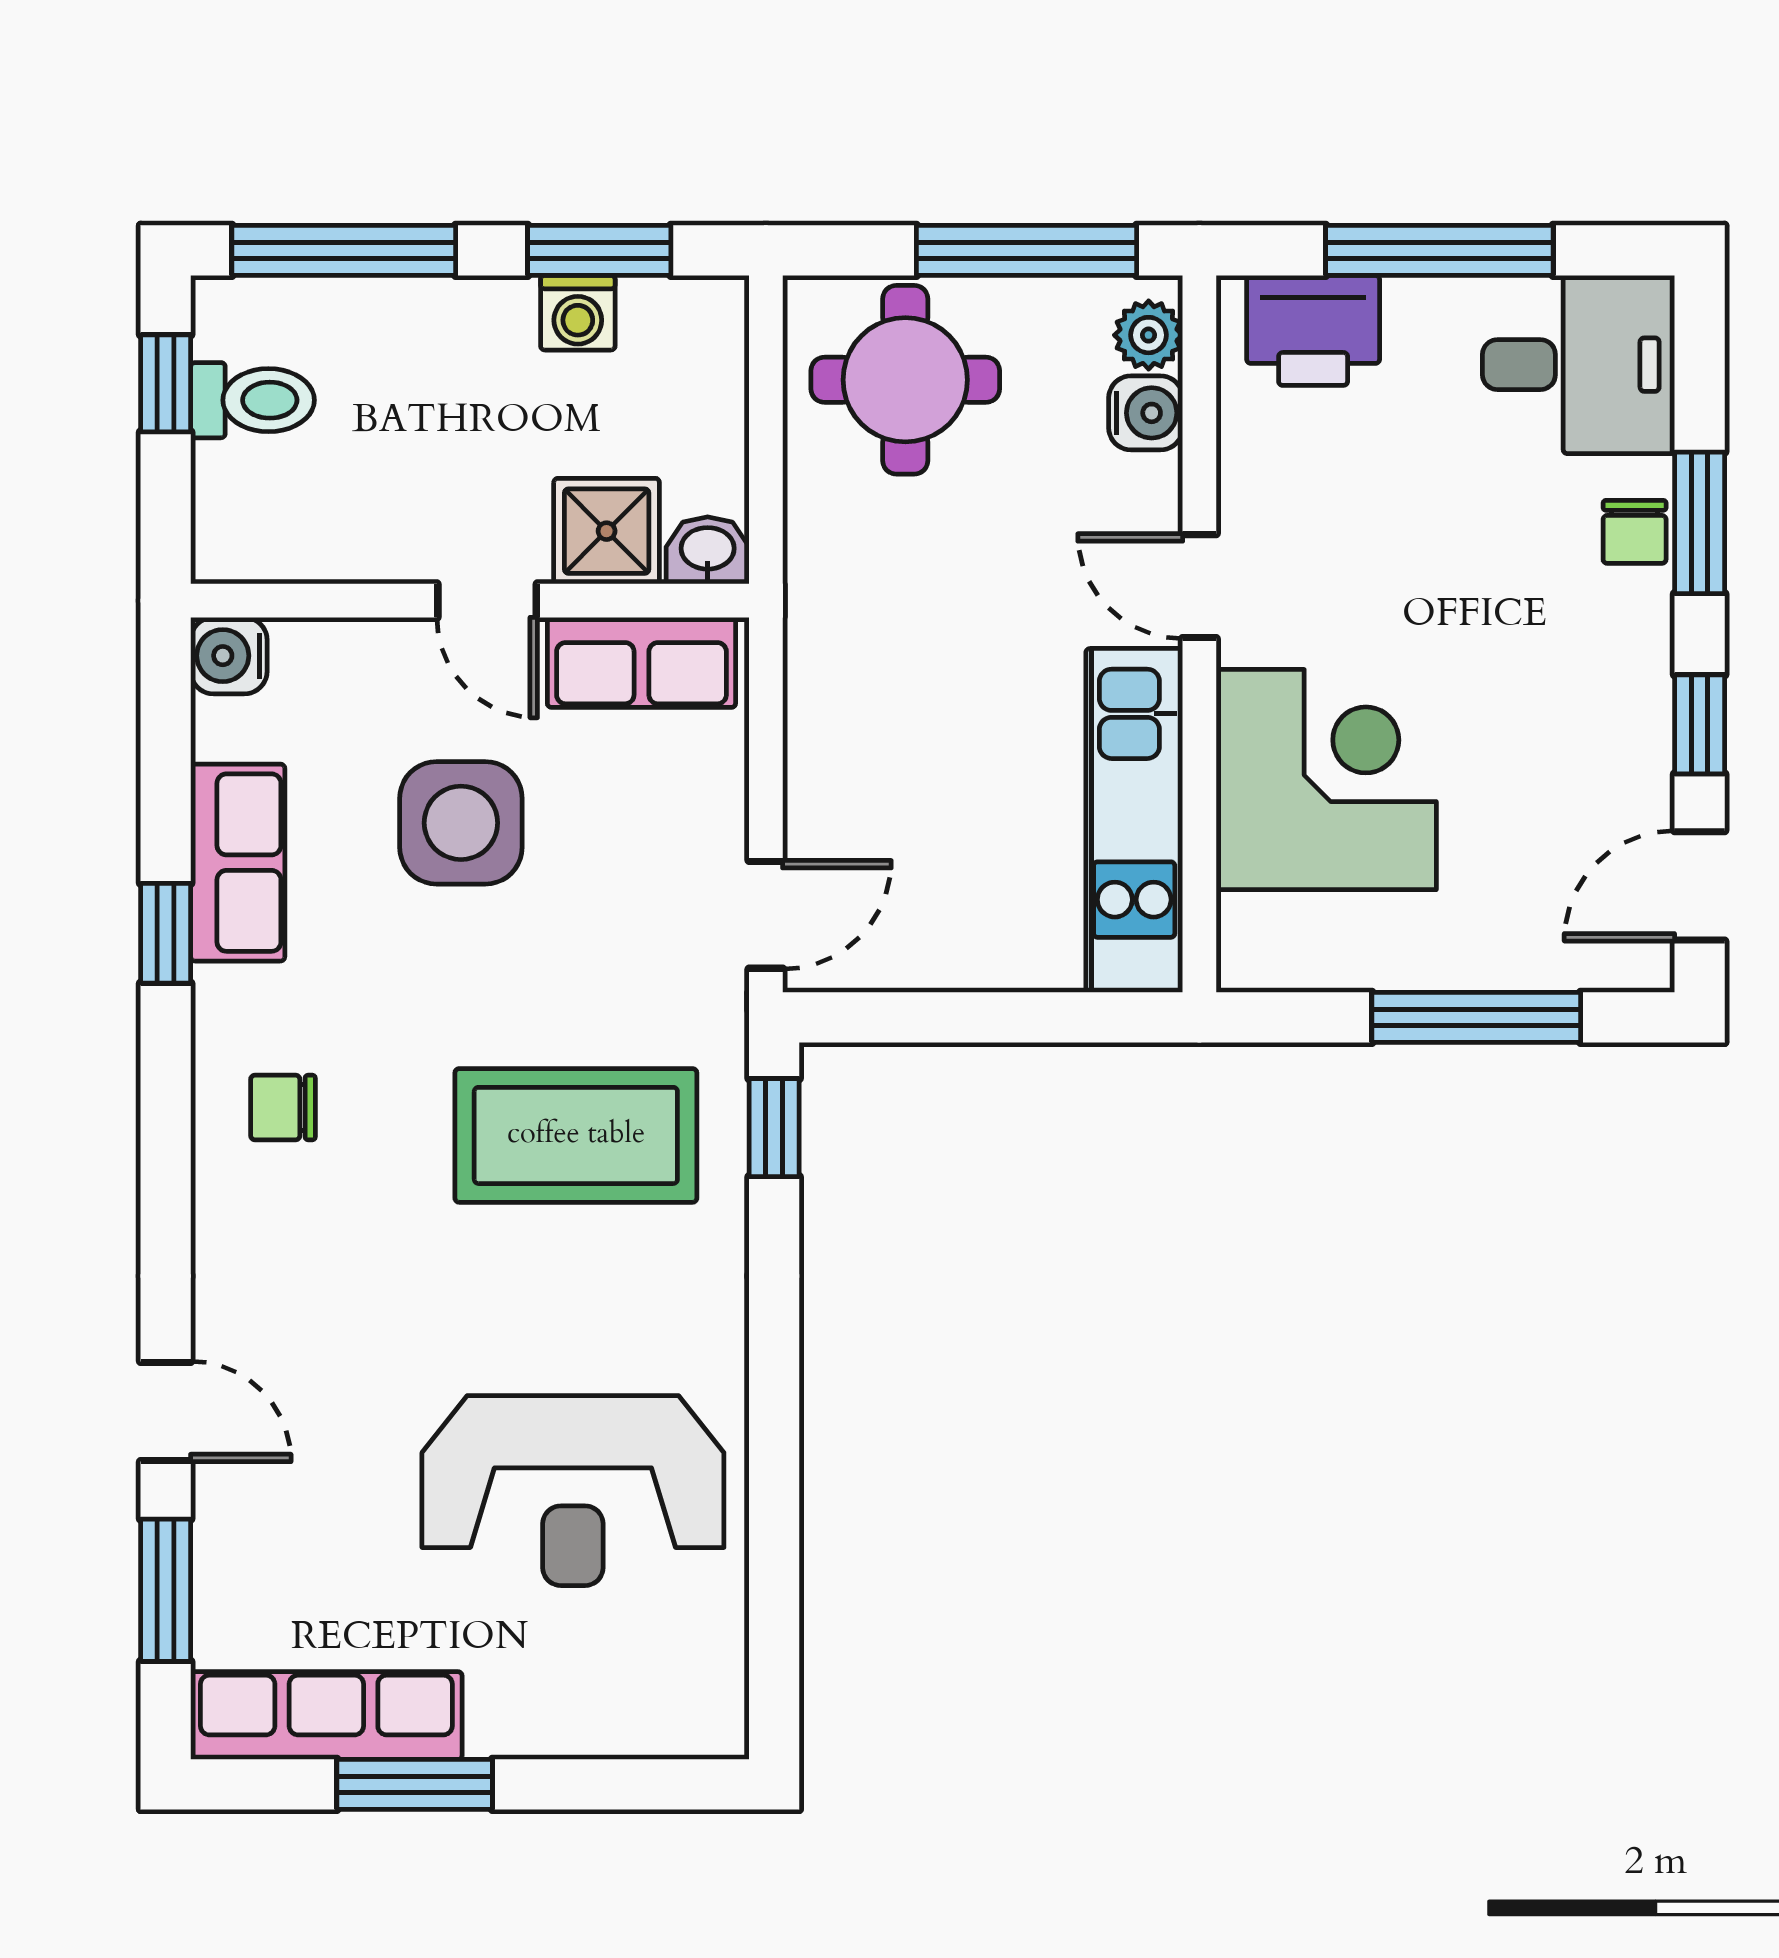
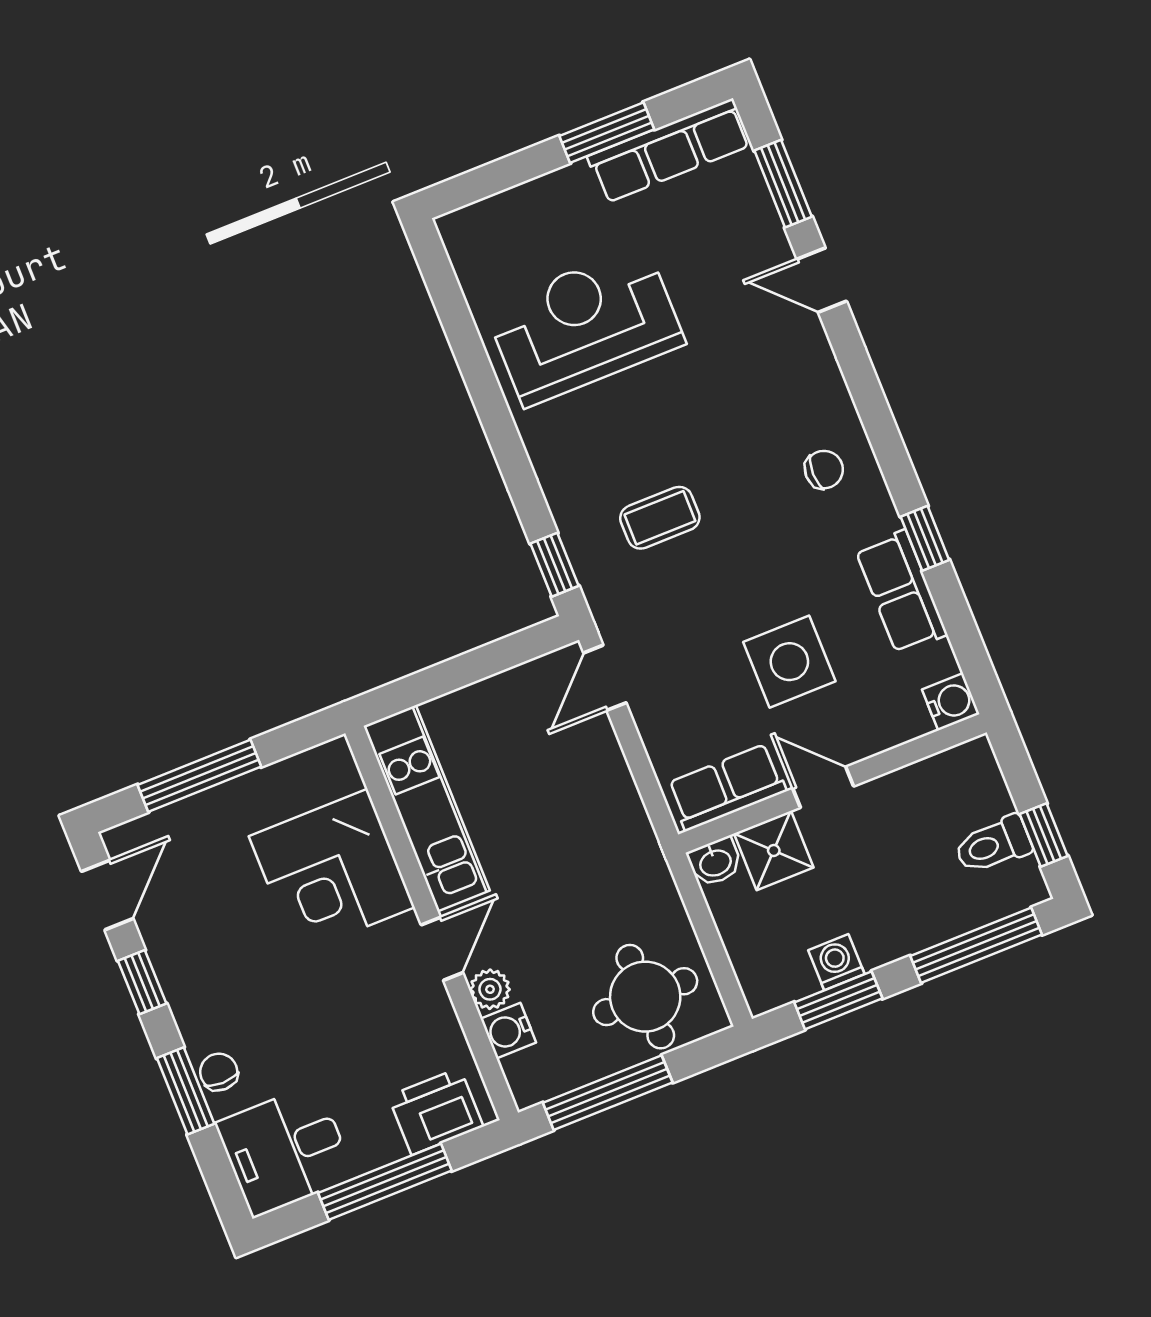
plant: (1149, 335) -> (490, 989), moved
door: (1199, 586) -> (442, 949), hinge flipped
coffee table: (576, 1135) -> (660, 518), width x0.54, depth x0.58

